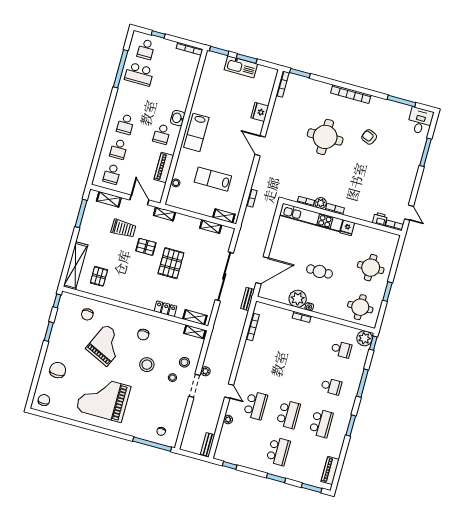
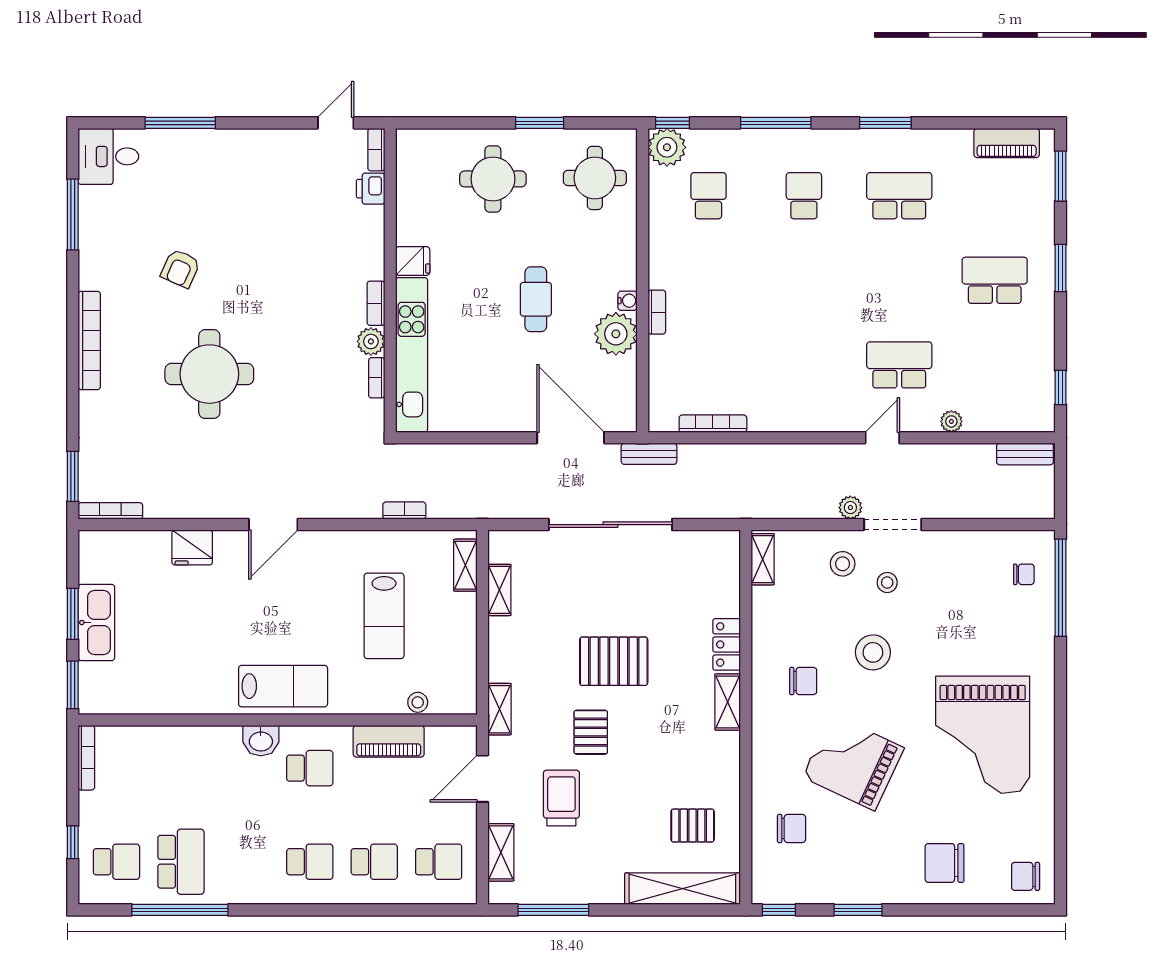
shelving: (195, 317) -> (728, 702), moved
school desk: (288, 414) -> (899, 280), removed

